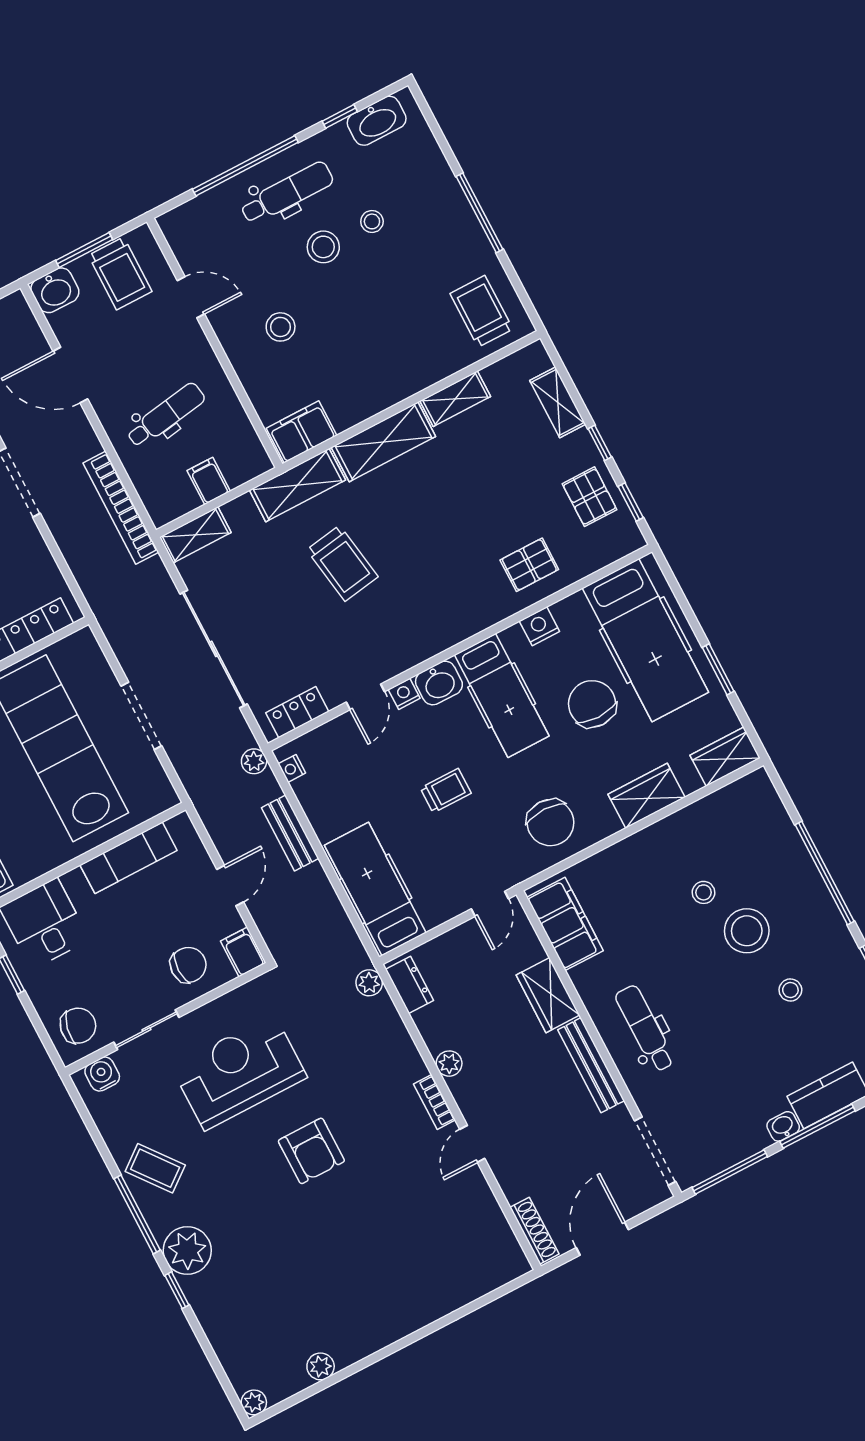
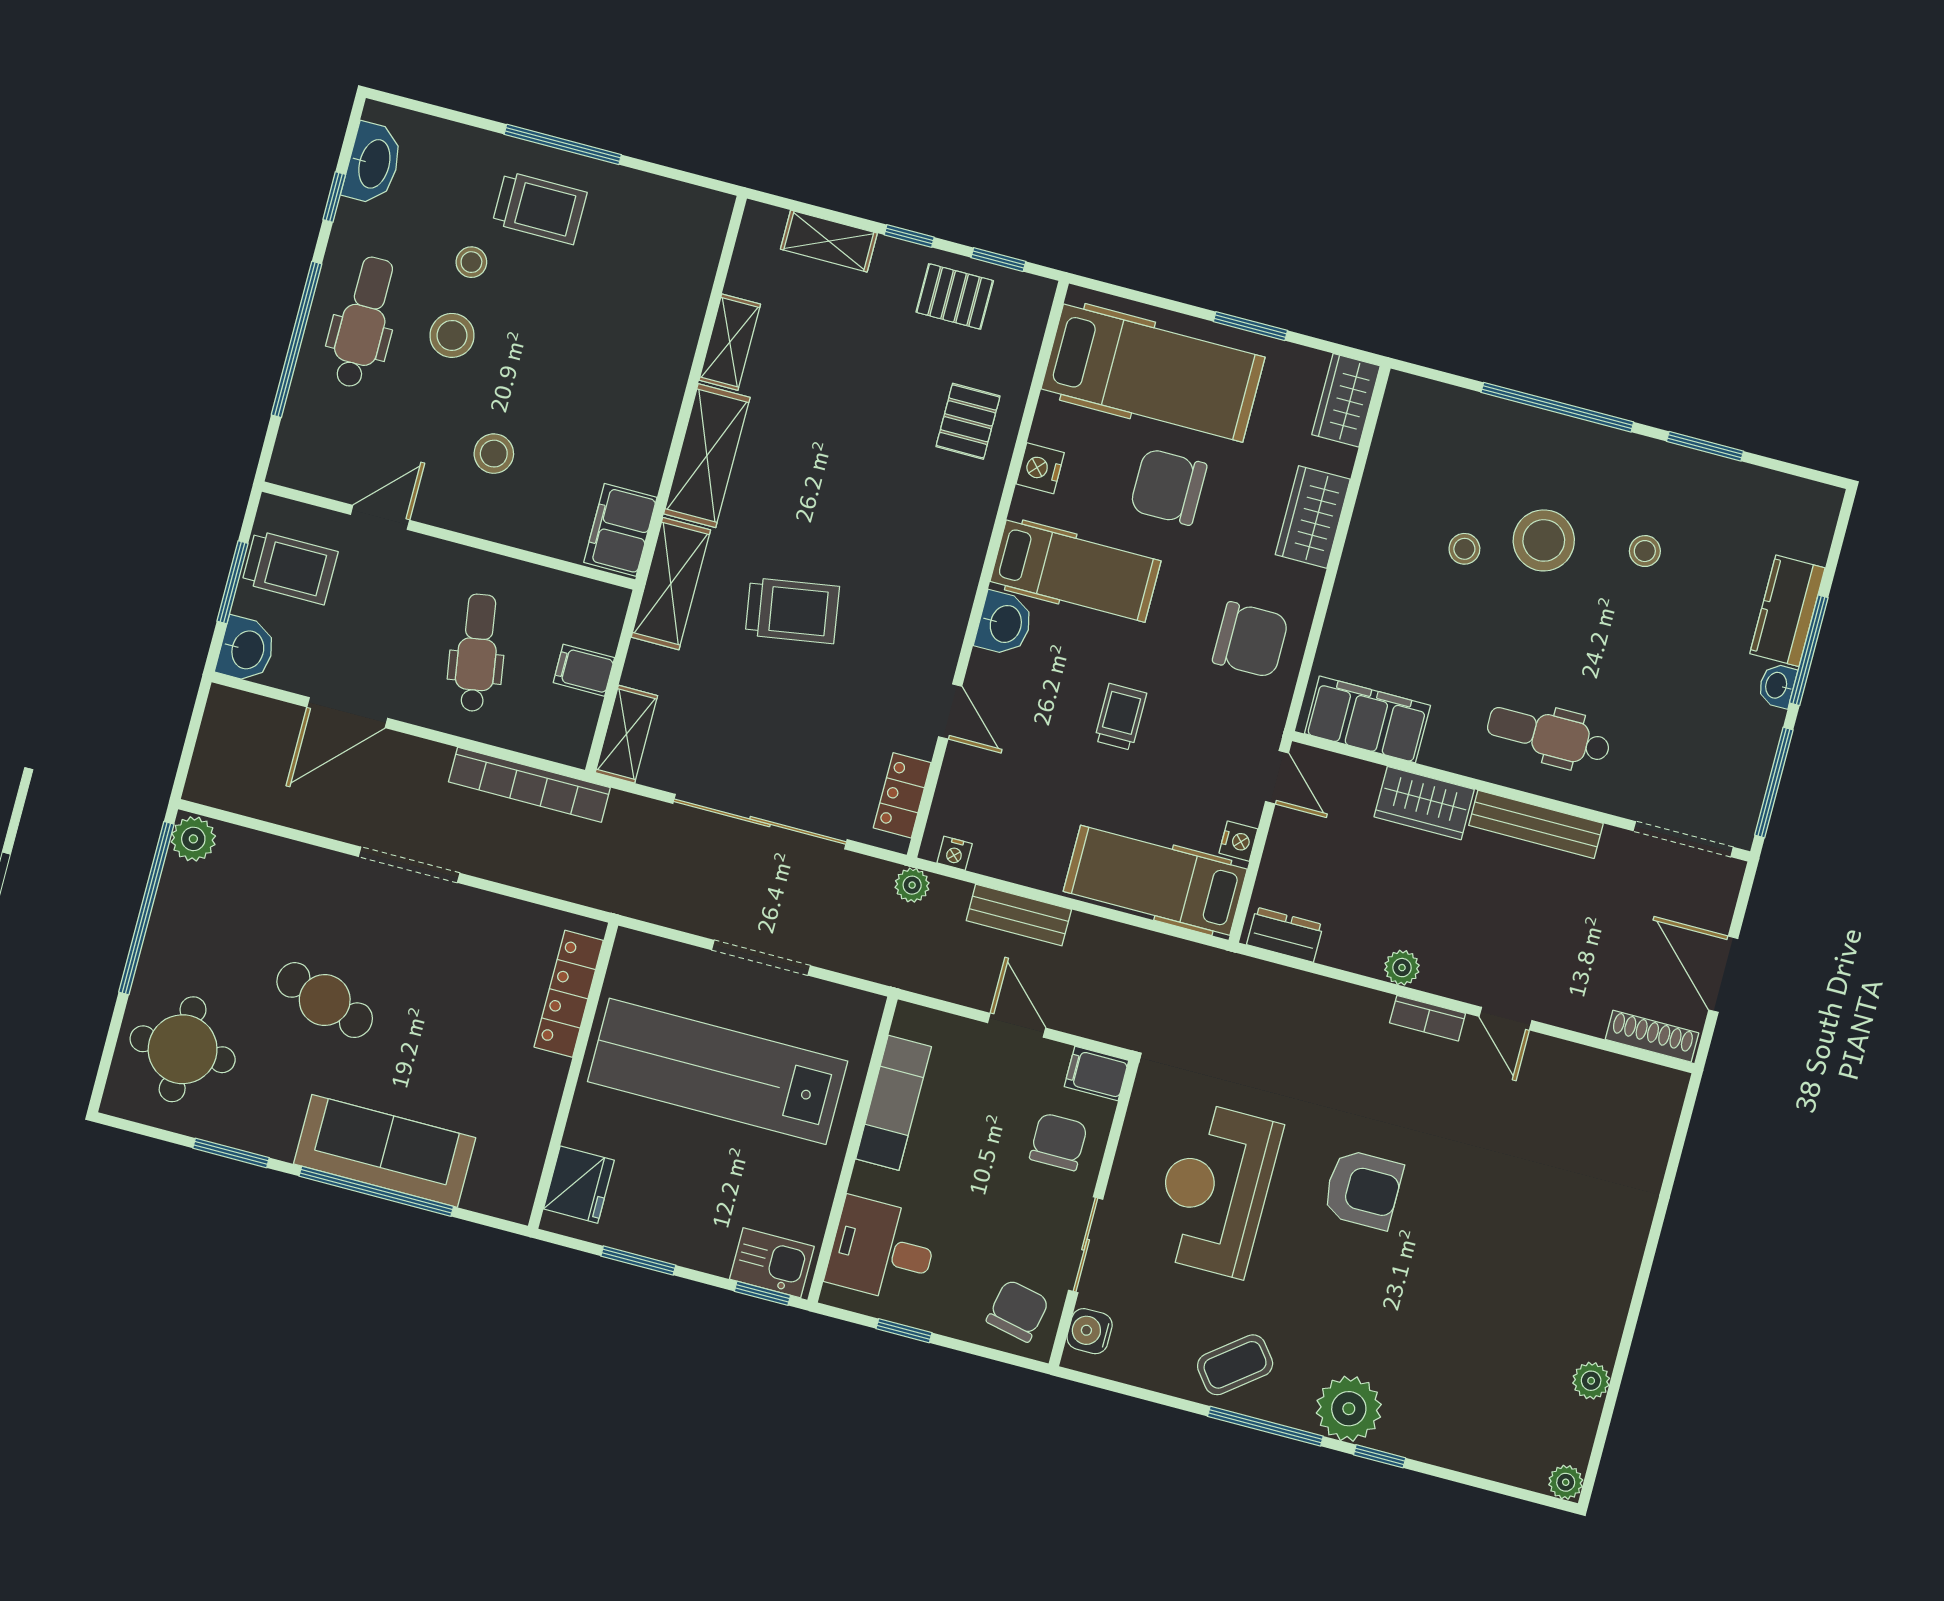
trolley: (481, 311) -> (540, 208), moved, turned 180
nightstand: (404, 694) -> (1238, 841), moved, turned 180
plant: (369, 983) -> (1245, 974), removed

